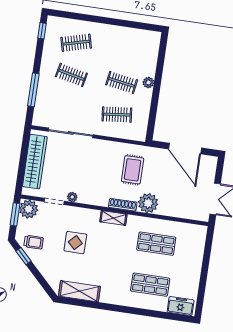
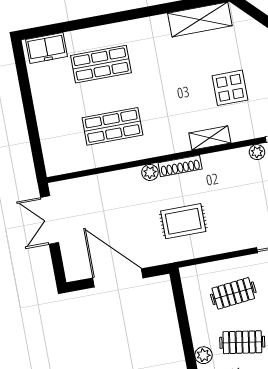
rug: (133, 170) -> (183, 221), turned 90
plant: (148, 203) -> (150, 172), width x0.53, depth x0.53
shelving: (113, 218) -> (210, 138), moved

